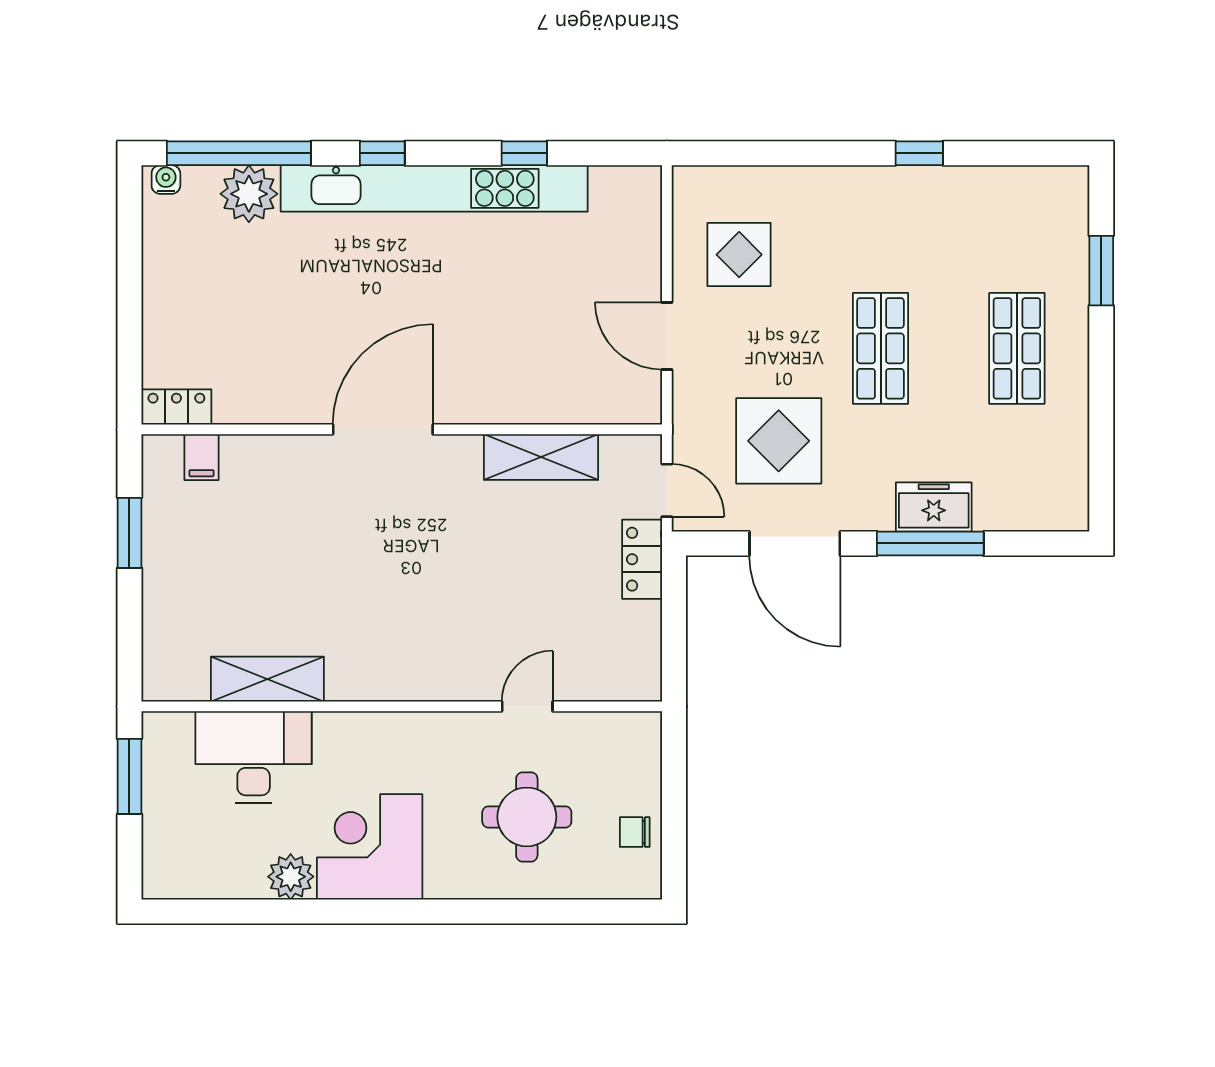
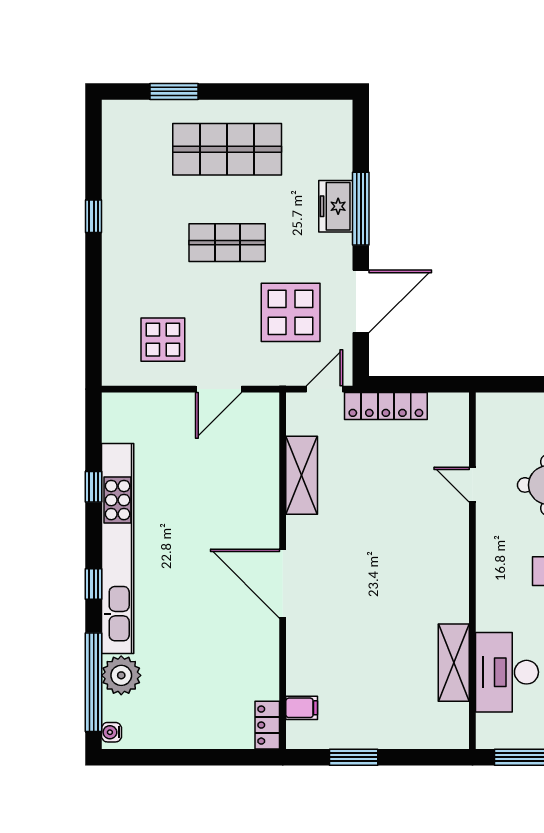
shop shelf: (1017, 348) -> (227, 149), width x1.43, depth x1.36
locker: (642, 559) -> (386, 406), width x1.53

